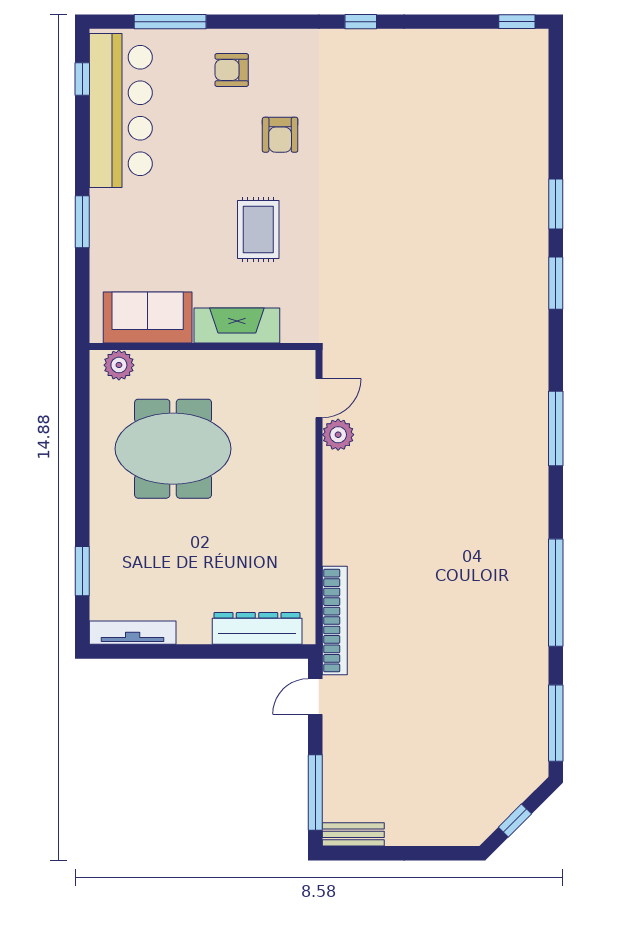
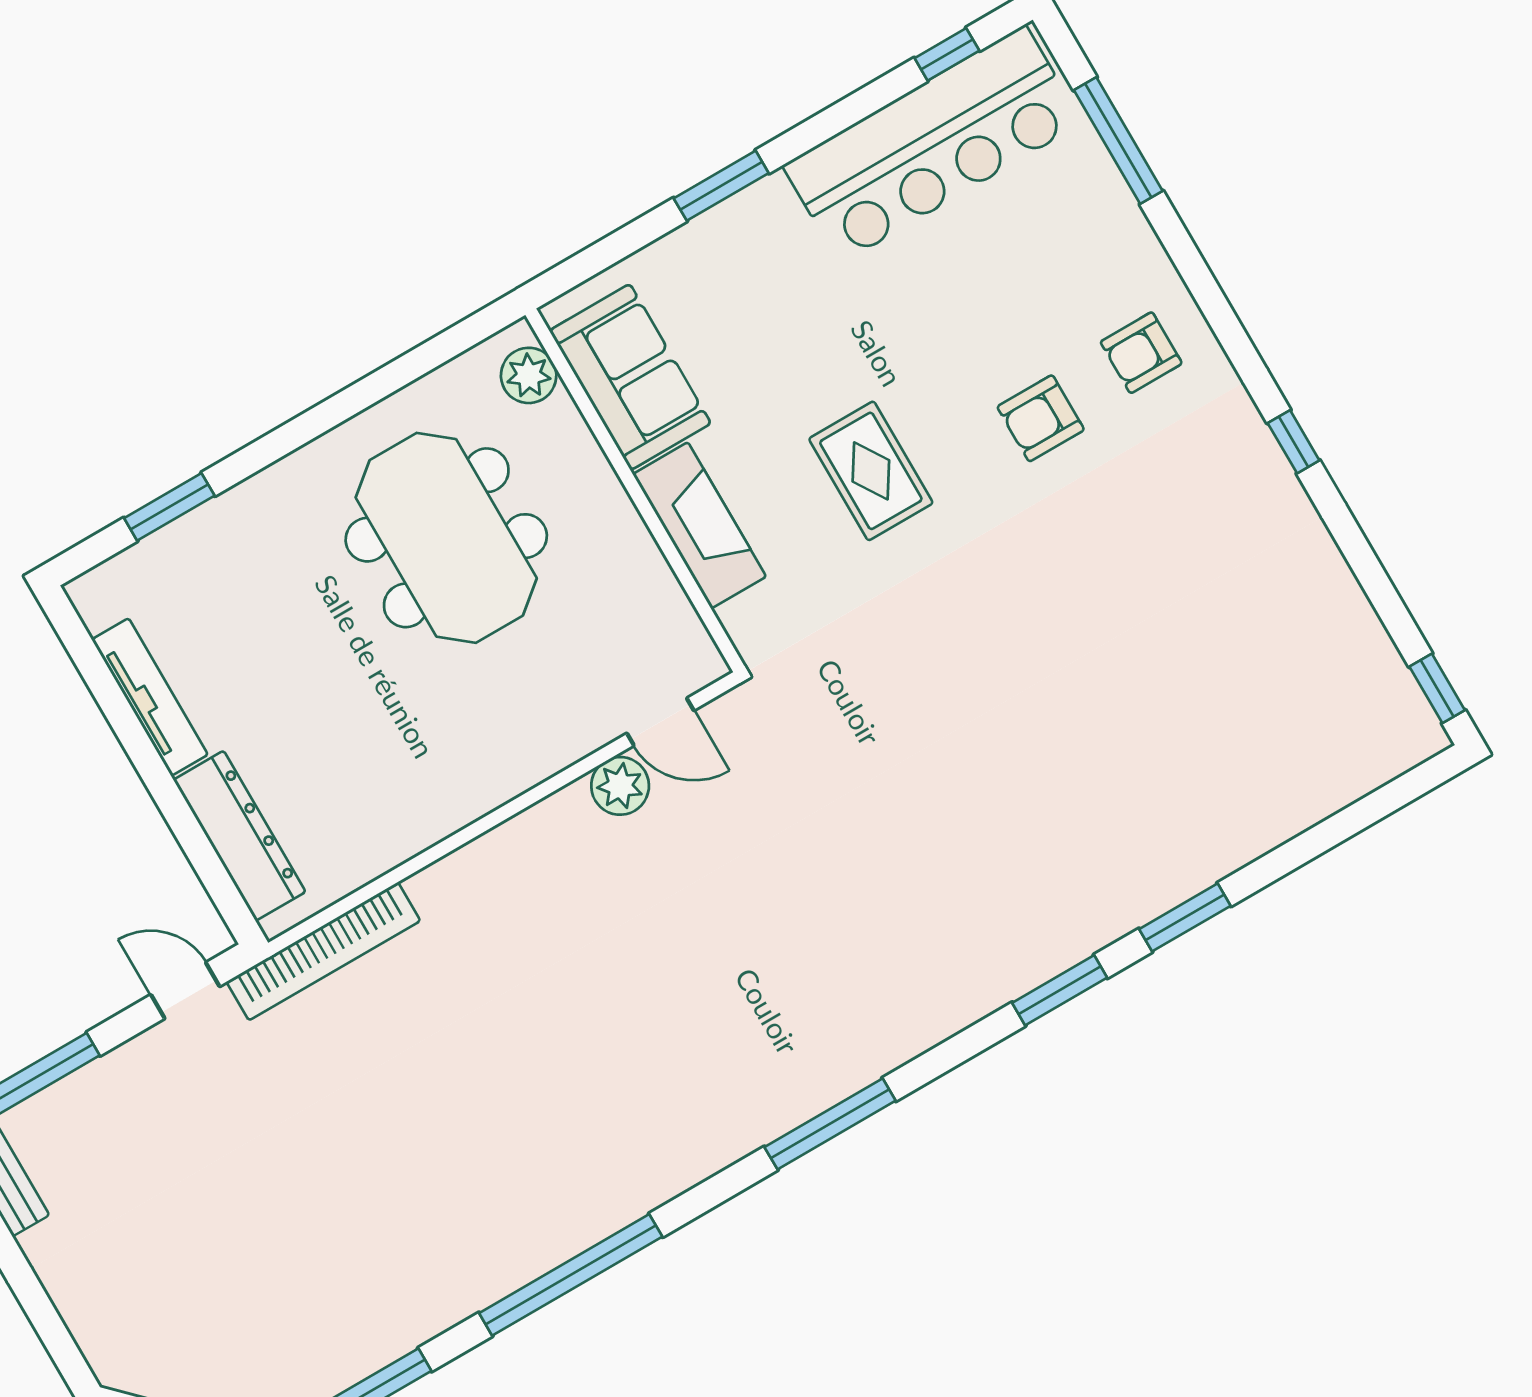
armchair: (232, 70) -> (1141, 353), moved, turned -90
rug: (258, 229) -> (871, 471), turned 90
tv unit: (133, 633) -> (150, 697), moved

